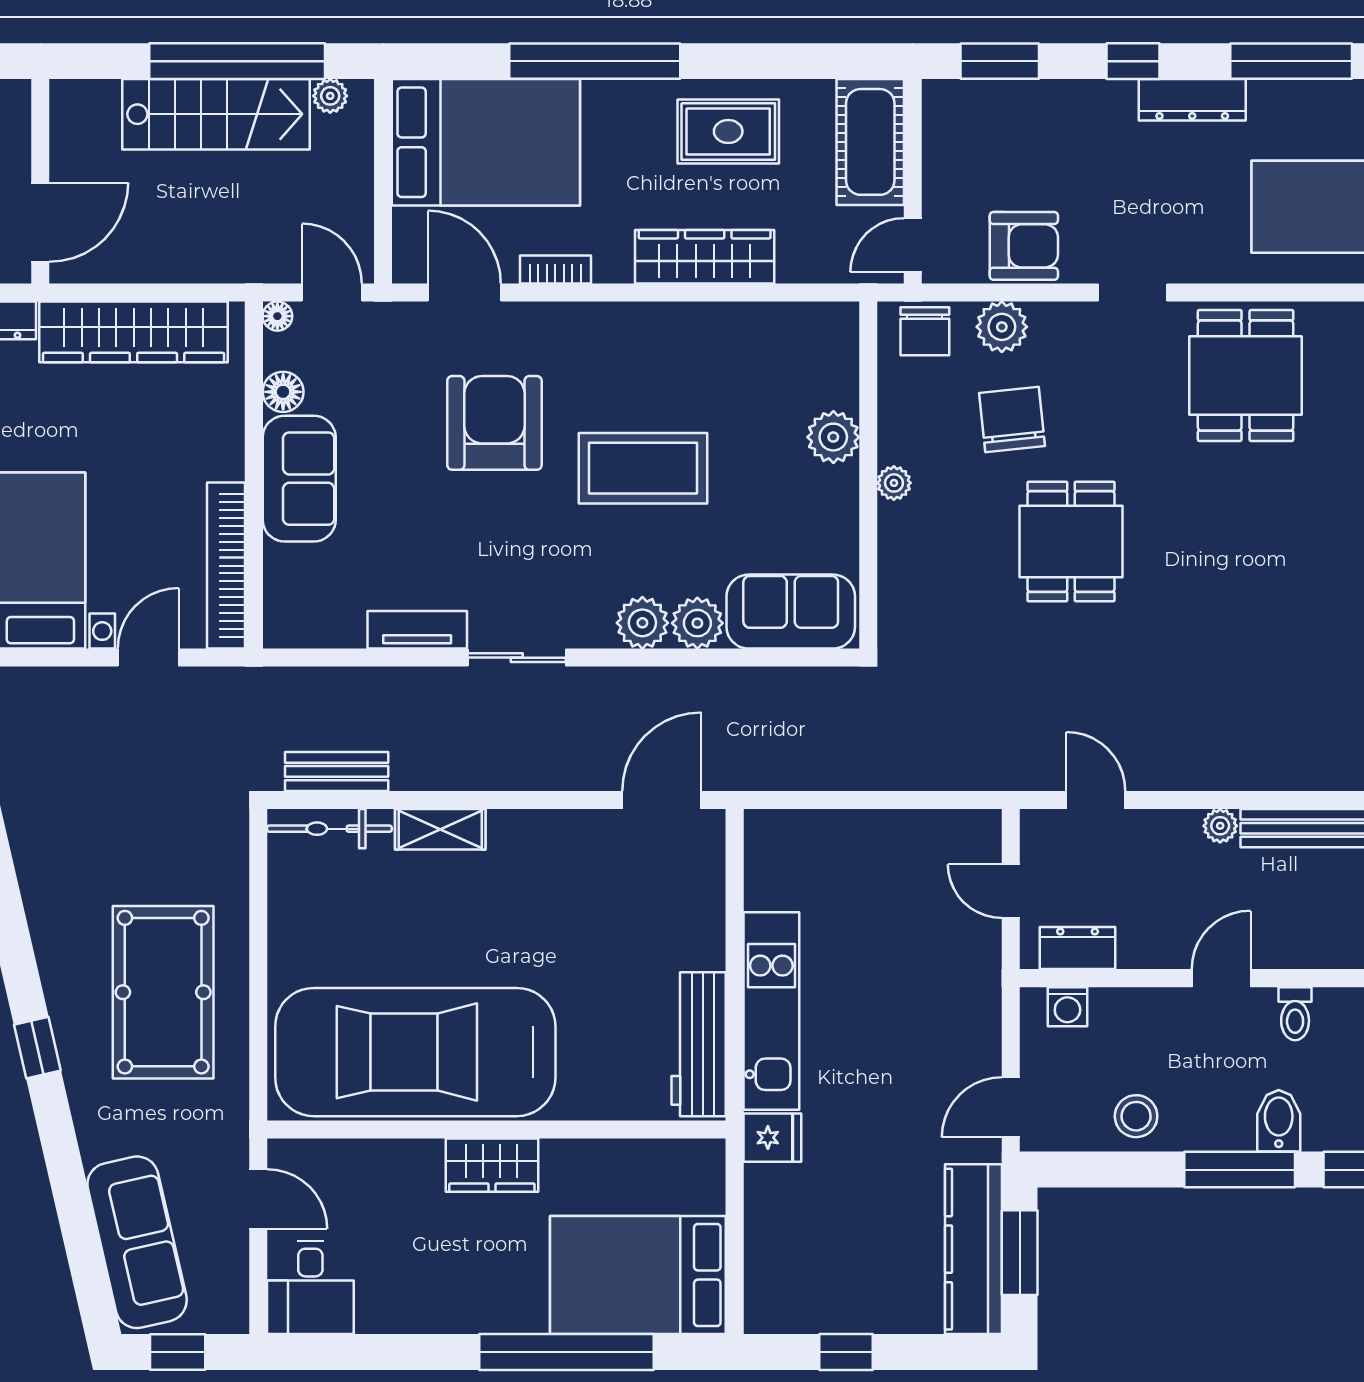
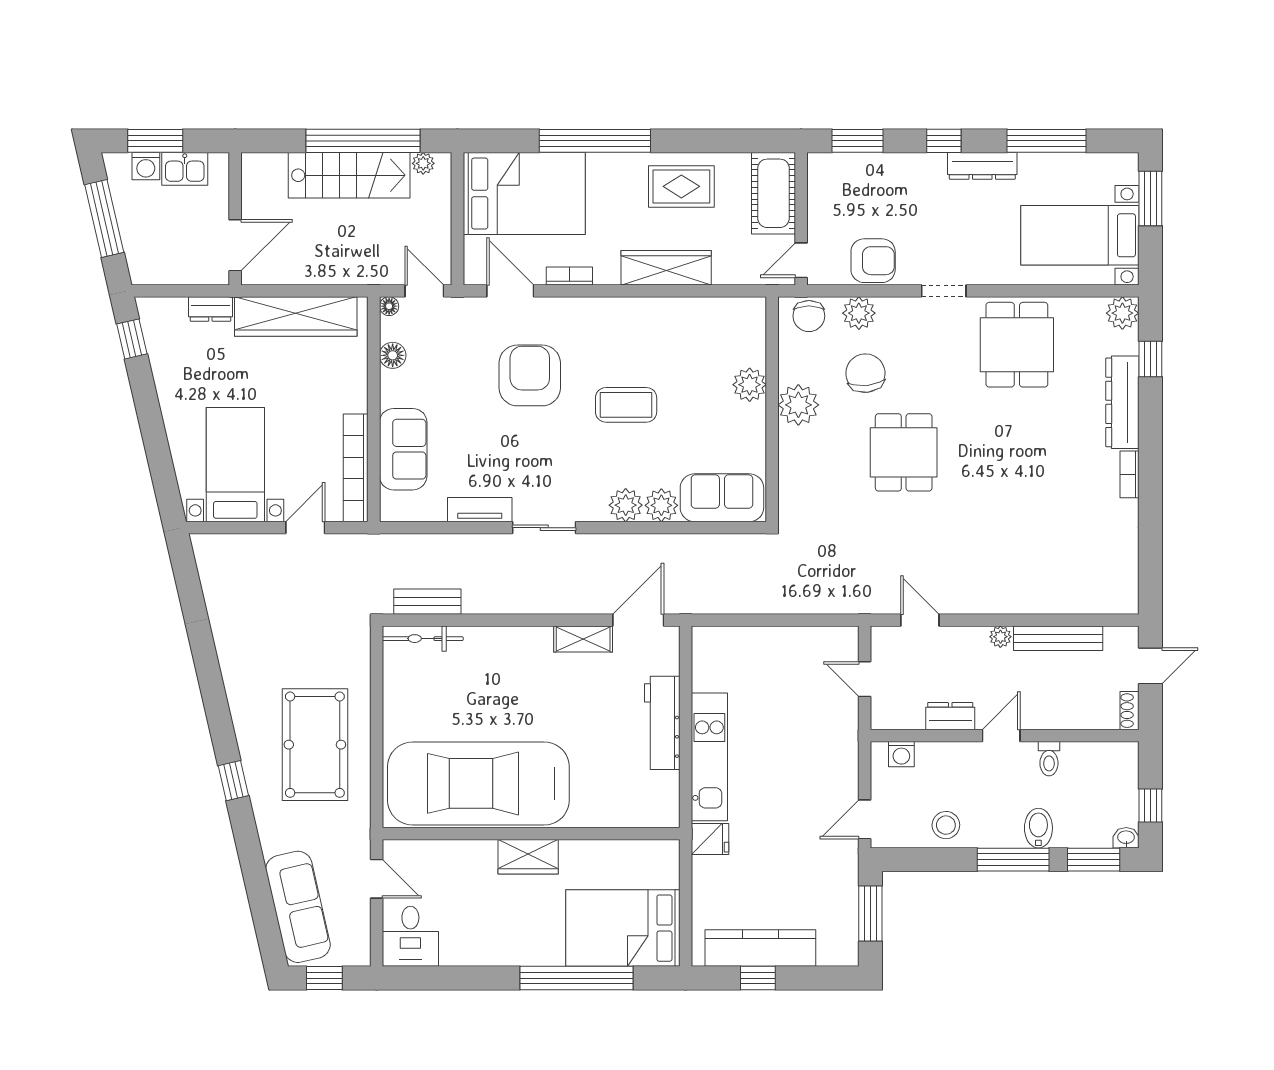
coffee table: (643, 468) -> (626, 405), width x0.73, depth x0.76
sofa: (299, 479) -> (403, 449), moved
plant: (894, 483) -> (798, 405), width x1.88, depth x1.88
shelving: (440, 829) -> (583, 639), moved
dresser: (1078, 948) -> (950, 716), moved
workbench: (699, 1044) -> (662, 723), moved
kitchen counter: (973, 1249) -> (760, 948), moved, turned 90

